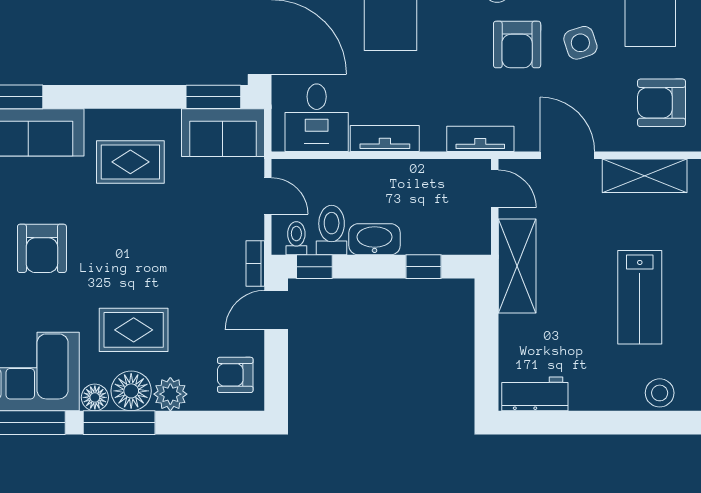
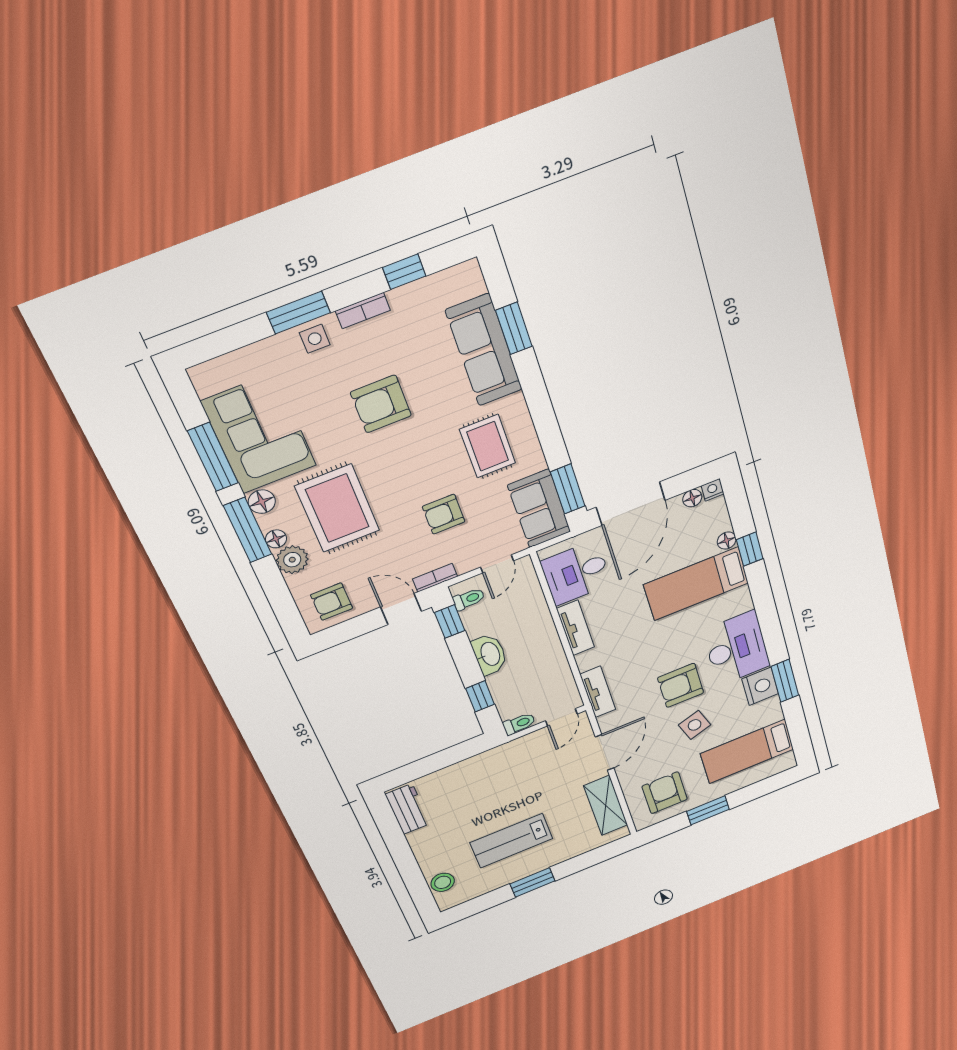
armchair: (186, 230) -> (444, 514), added
toilet: (332, 230) -> (519, 724), moved, width x0.73, depth x0.72
shelving: (517, 266) -> (505, 757), removed
rug: (134, 330) -> (337, 508), width x1.36, depth x1.43
armchair: (235, 375) -> (332, 602), turned -90
floor lamp: (131, 391) -> (276, 539), width x0.53, depth x0.53

